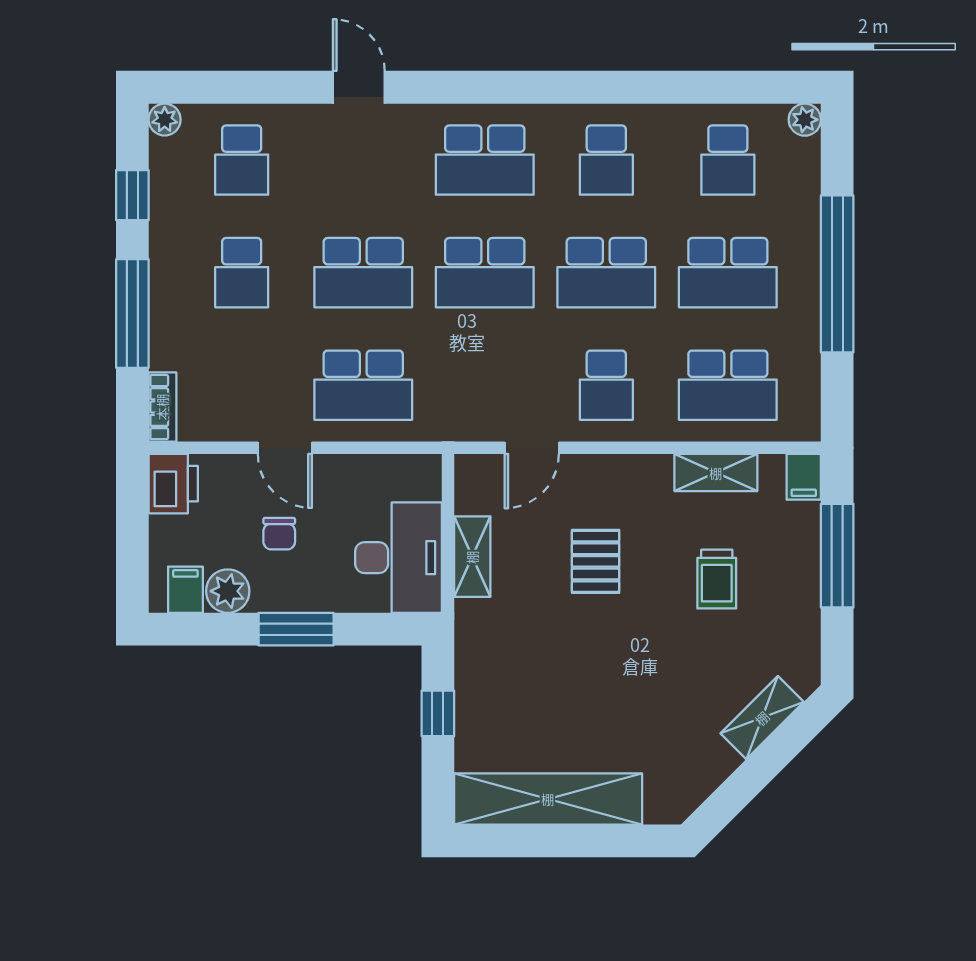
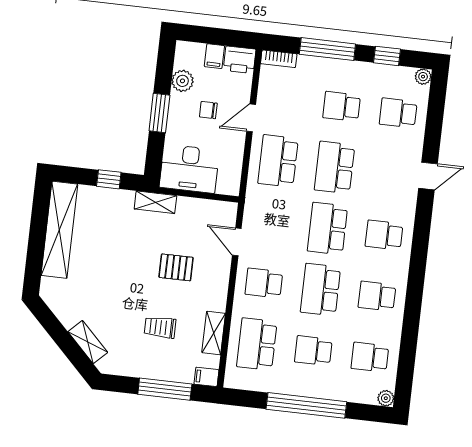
school desk: (485, 160) -> (384, 235), width x0.54
school desk: (728, 273) -> (313, 351), width x0.54
shelving: (472, 557) -> (155, 202), moved
filing cabinet: (185, 590) -> (214, 56), moved, turned 90

